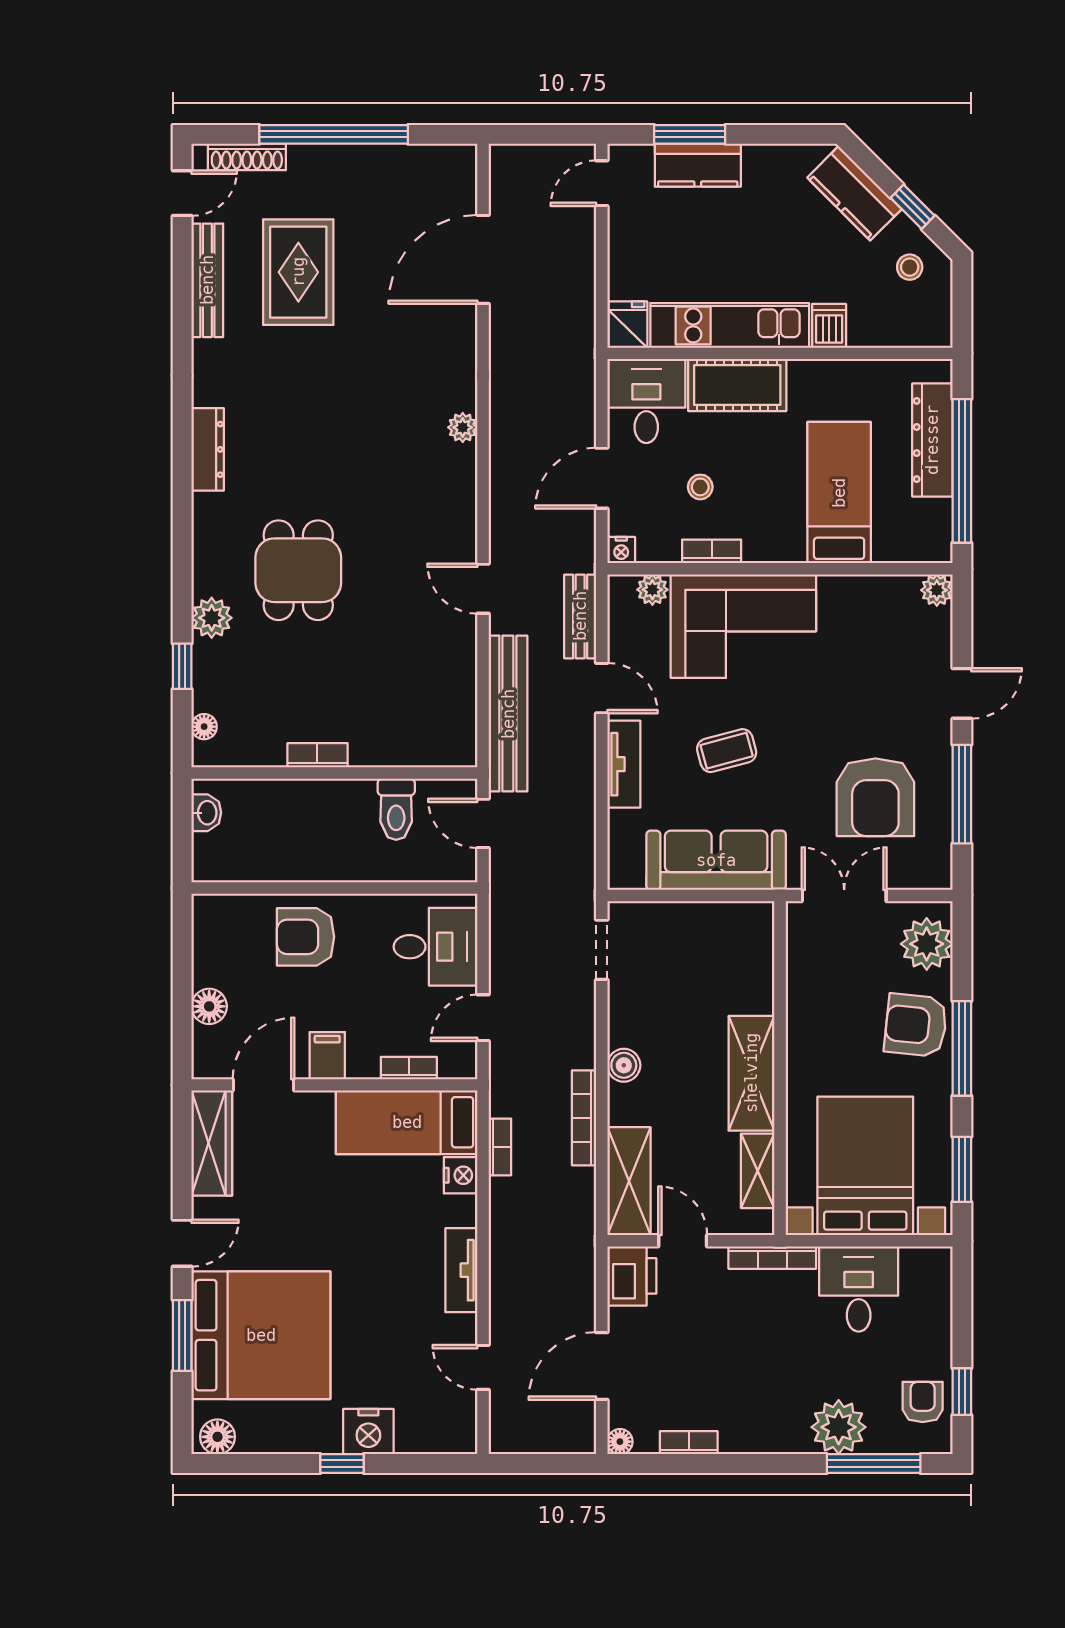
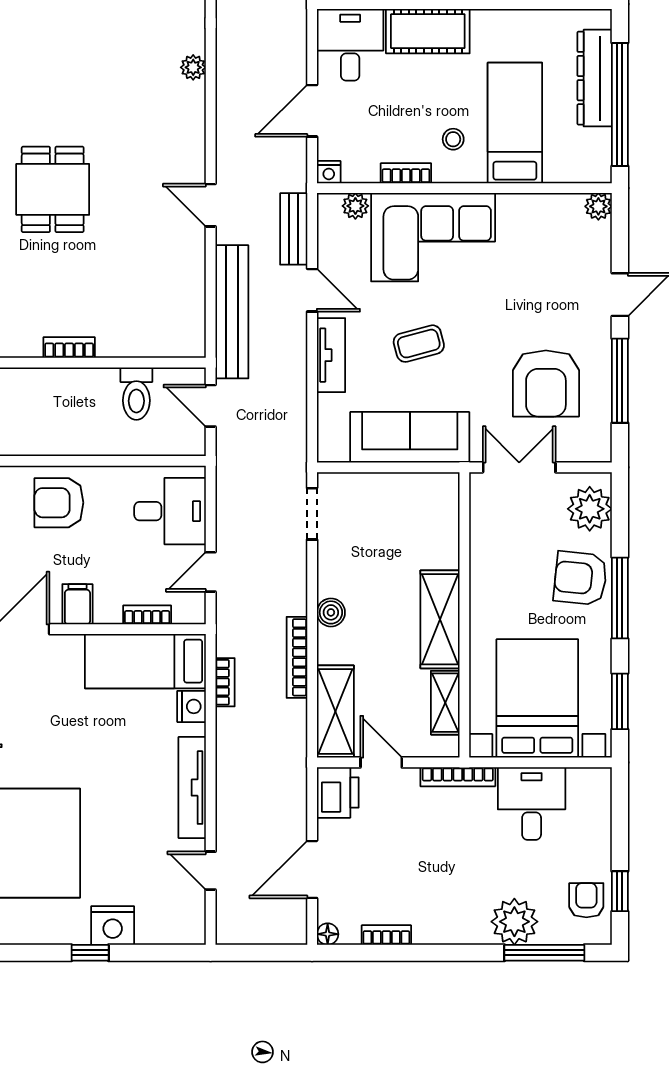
stool: (700, 487) -> (453, 139), moved
tv unit: (461, 1270) -> (192, 788), width x1.41

